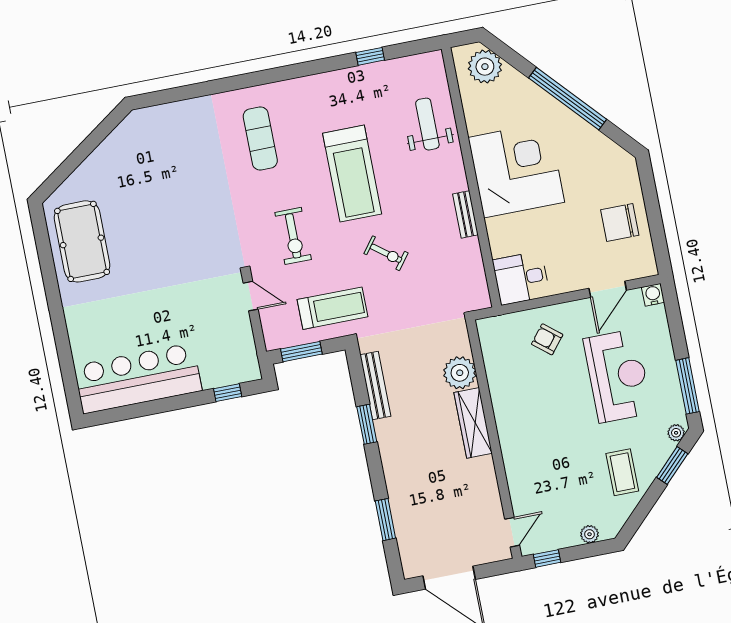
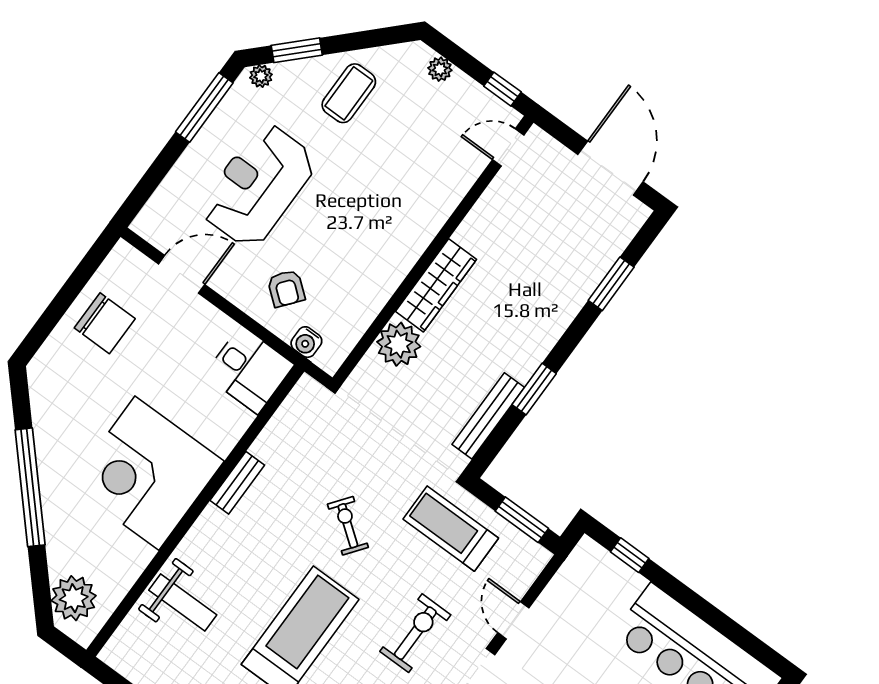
weight bench: (427, 124) -> (183, 602), turned -90
water cooler: (653, 295) -> (306, 342), moved

